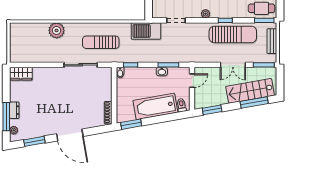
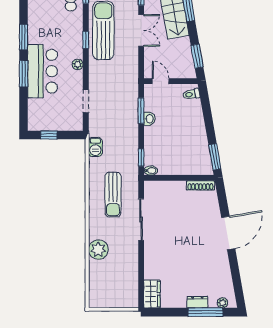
barbecue: (146, 31) -> (95, 147), width x0.53, depth x0.65
bathtub: (155, 106) -> (193, 127), removed
window: (34, 141) -> (236, 277), removed

